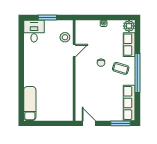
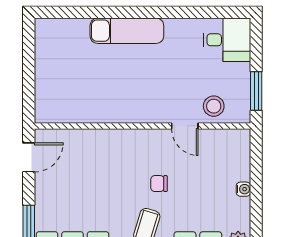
window: (47, 17) -> (256, 91), moved
exam couch: (30, 104) -> (127, 31), moved

